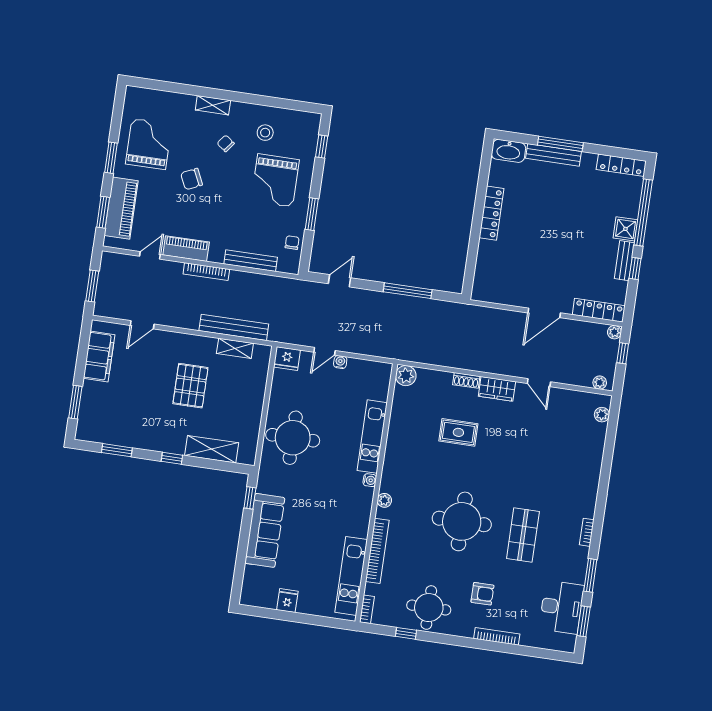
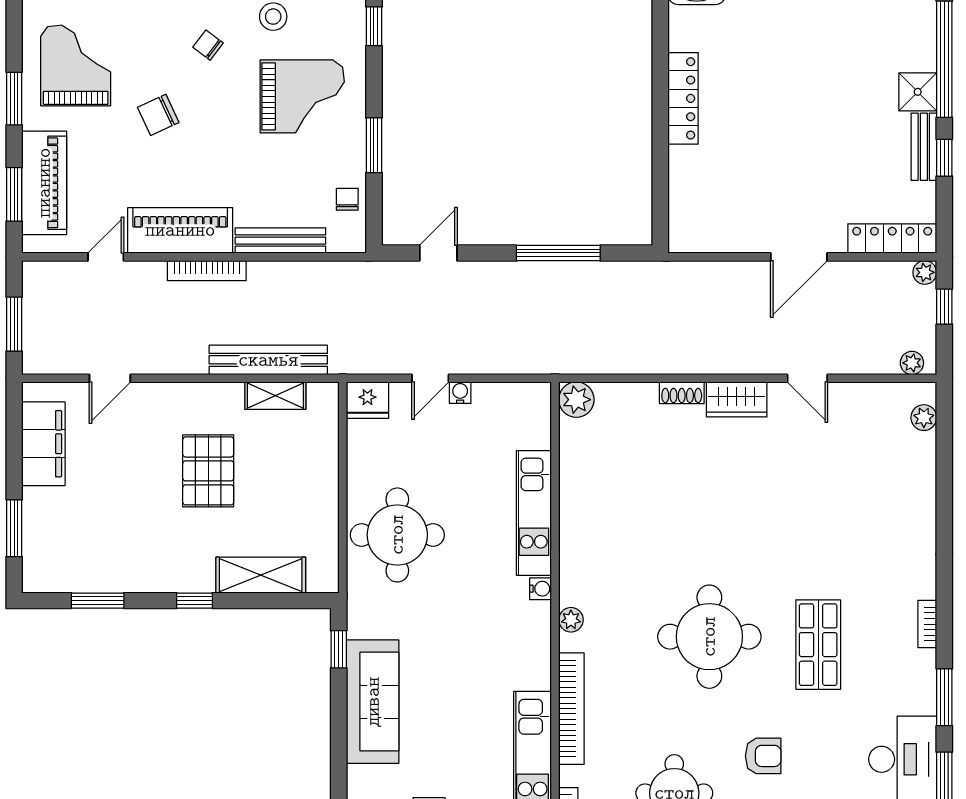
grand piano: (275, 180) -> (302, 96), turned -90
piano: (186, 249) -> (180, 230), width x1.37, depth x1.33
rug: (458, 432) -> (681, 484), removed

